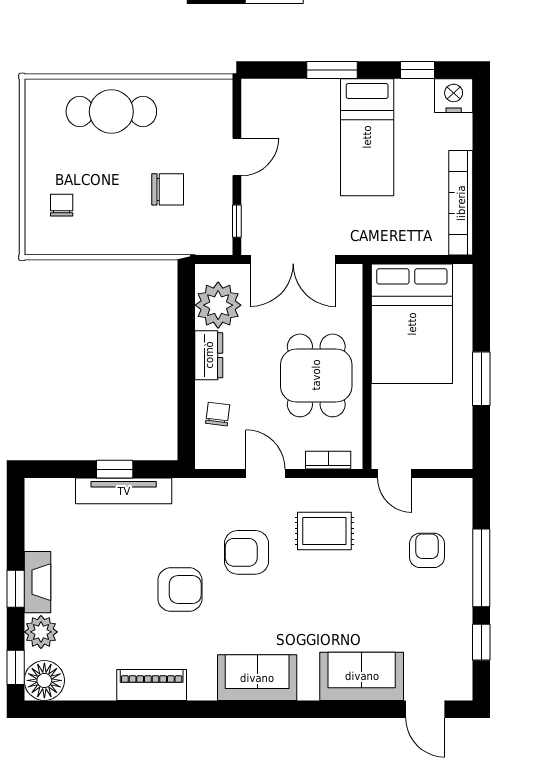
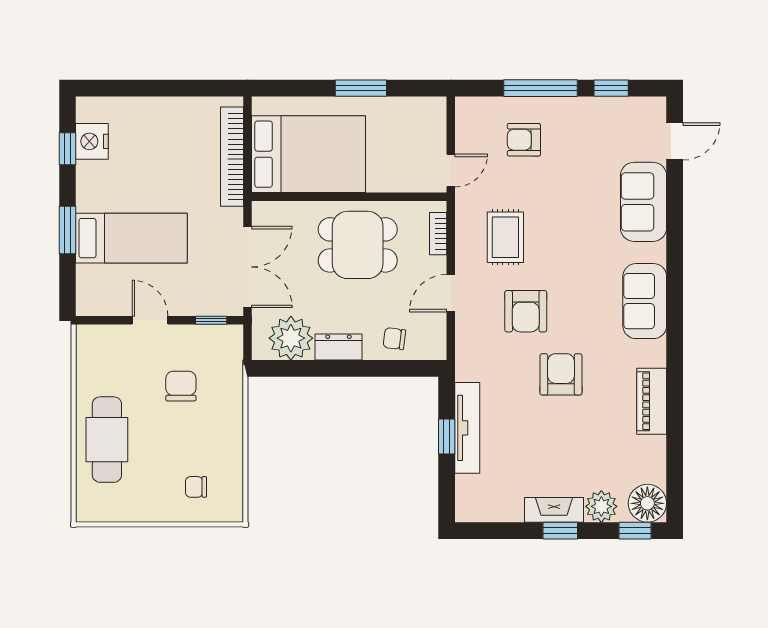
nightstand: (454, 96) -> (92, 141), moved
bed: (367, 137) -> (131, 238), moved
bookcase: (461, 203) -> (232, 157), moved, turned 90

